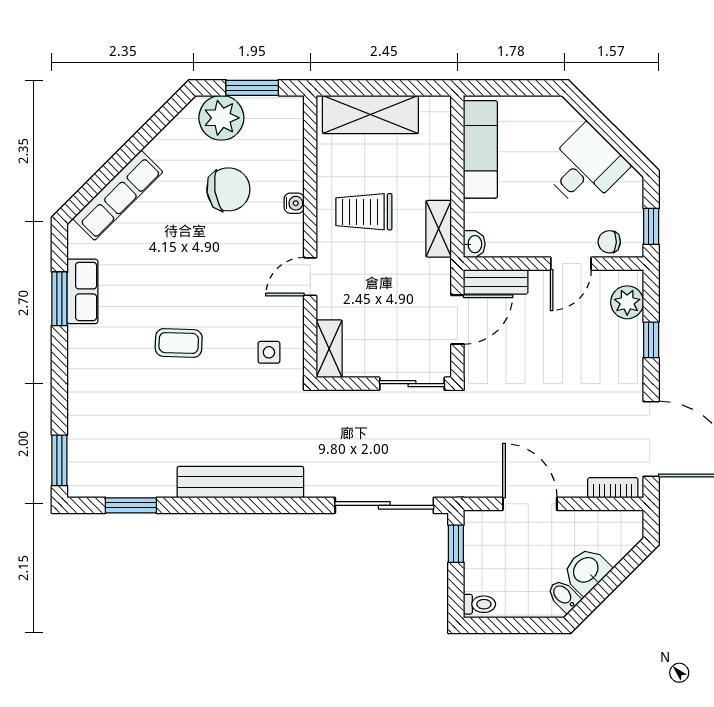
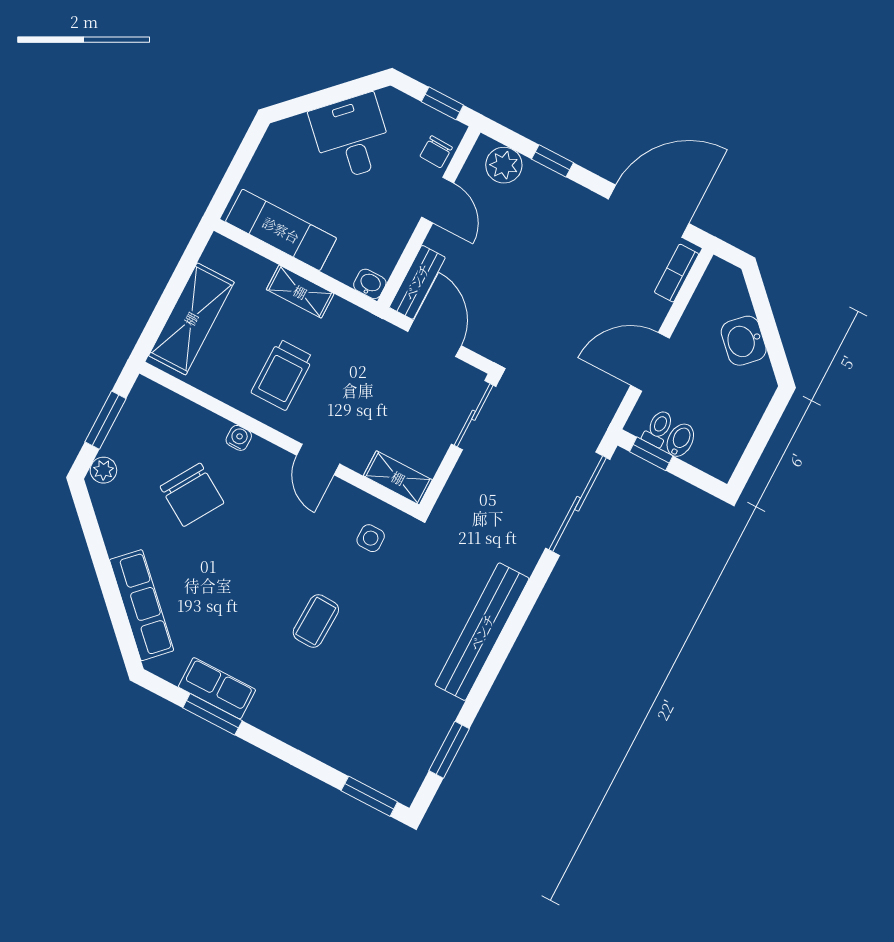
plant: (221, 118) -> (103, 470), width x0.53, depth x0.53
chair: (228, 189) -> (192, 495), turned 131
shelving: (439, 229) -> (300, 292), moved
bidet: (564, 596) -> (680, 440), moved, turned 135
toilet: (479, 604) -> (658, 428), moved

